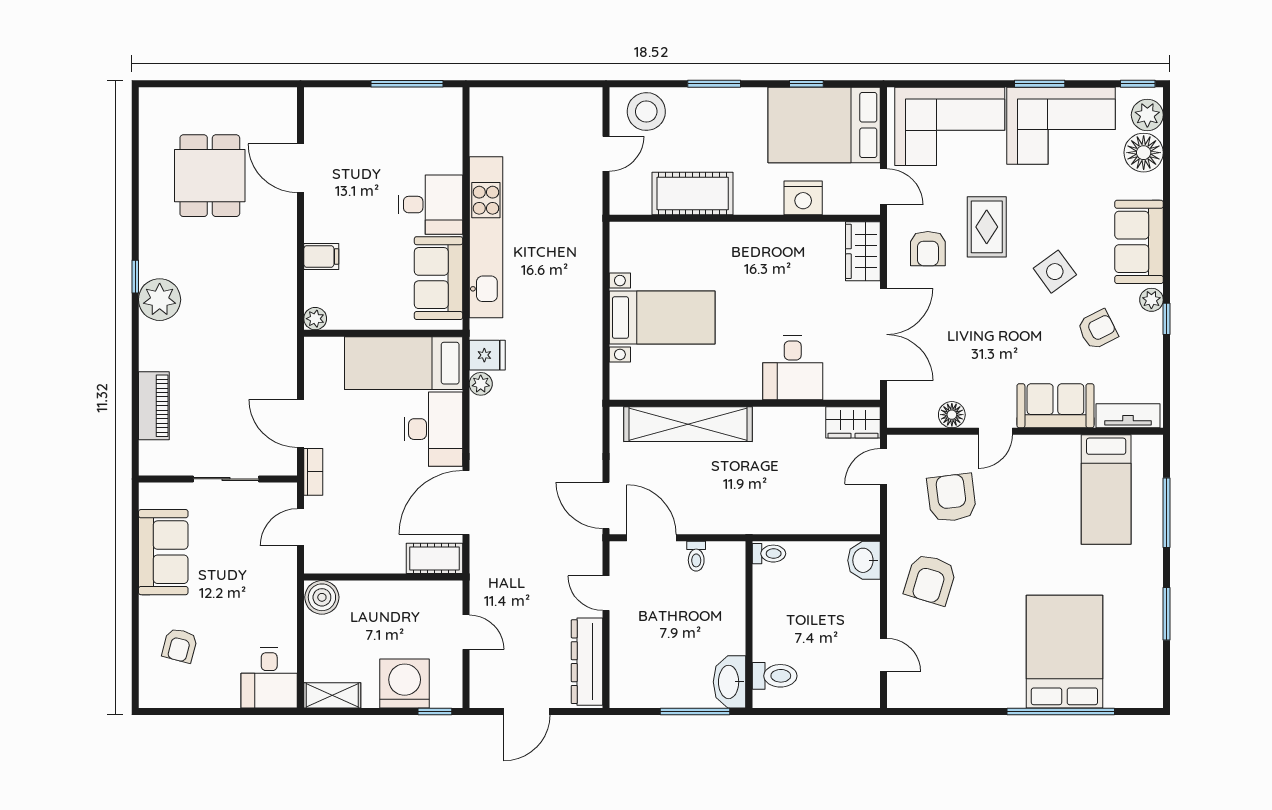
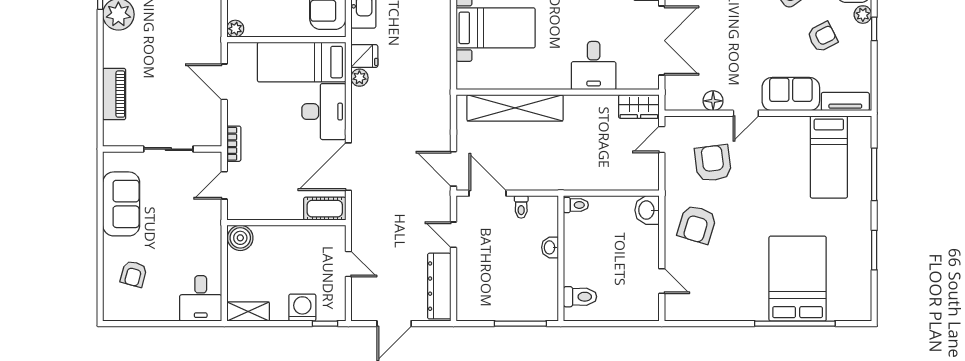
door: (301, 423) -> (224, 82), moved
washbasin: (730, 682) -> (550, 247), moved, width x0.52, depth x0.69
washing machine: (405, 684) -> (302, 308), width x0.73, depth x0.73

